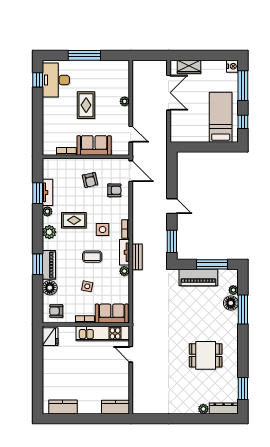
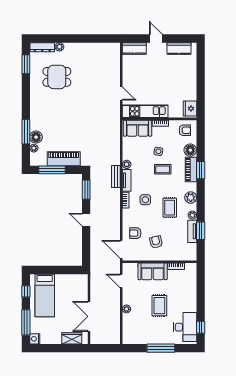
rug: (74, 220) -> (170, 208), turned 90
coffee table: (92, 257) -> (163, 169), moved
dining table: (206, 355) -> (57, 77), moved
door: (90, 419) -> (156, 38), added

